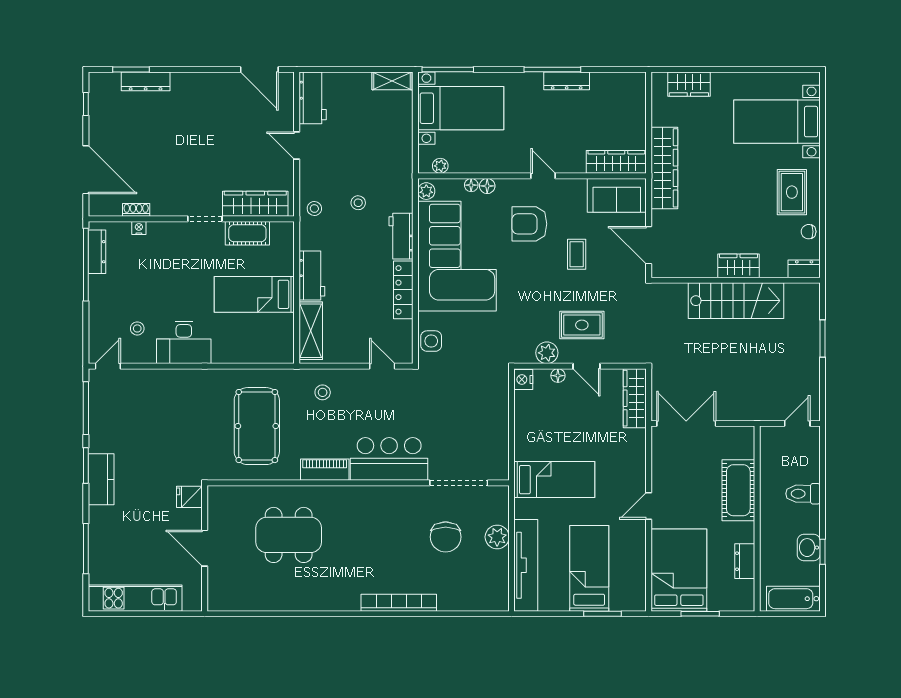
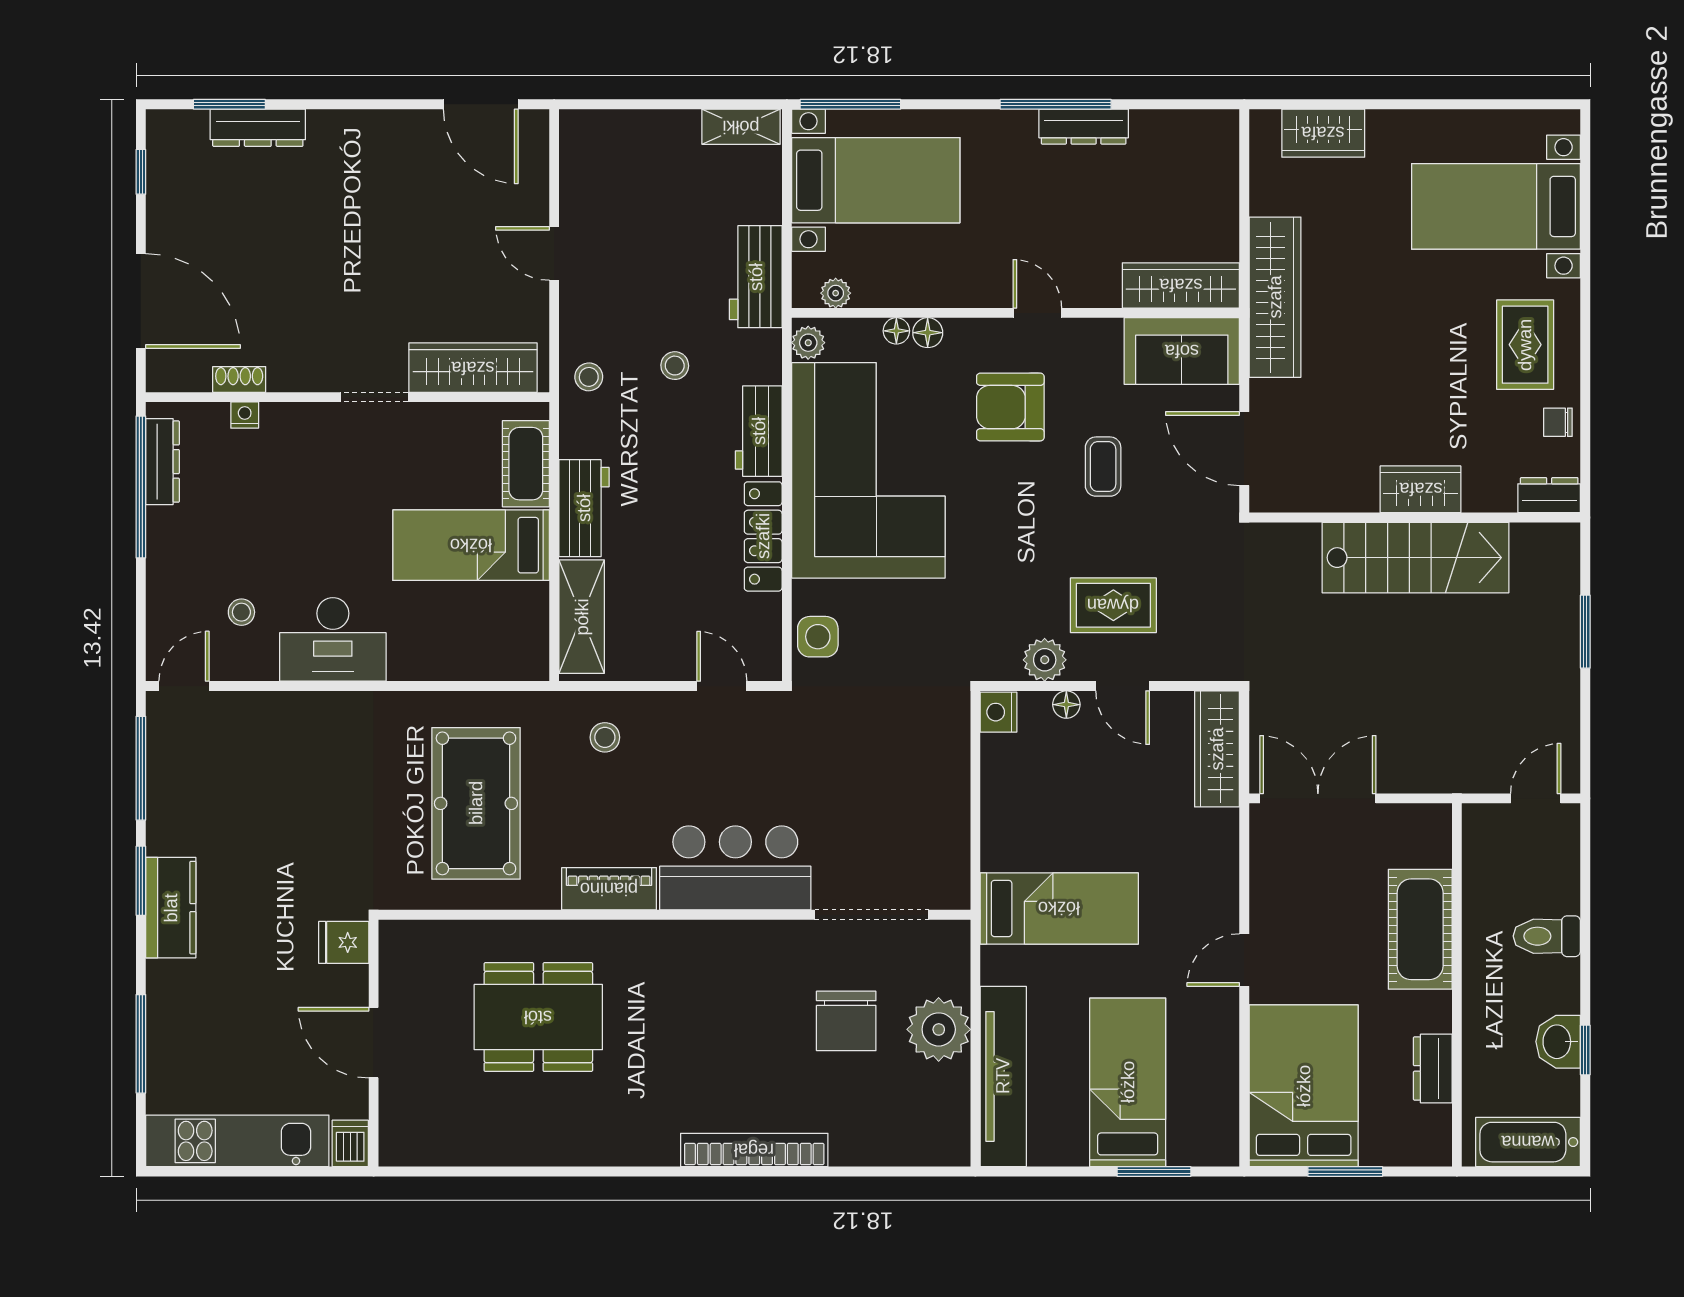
workbench: (313, 98) -> (756, 277), moved, turned 180
cot: (247, 233) -> (526, 464), moved, turned 90
plant: (497, 537) -> (939, 1029), width x1.36, depth x1.36
dishwasher: (193, 599) -> (350, 1143), added

